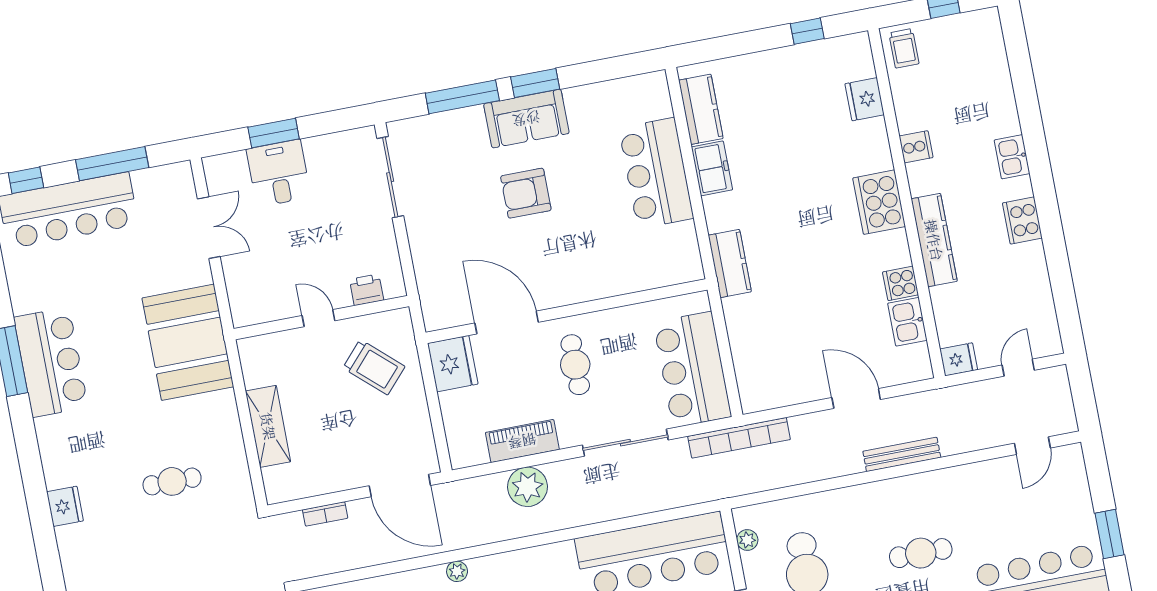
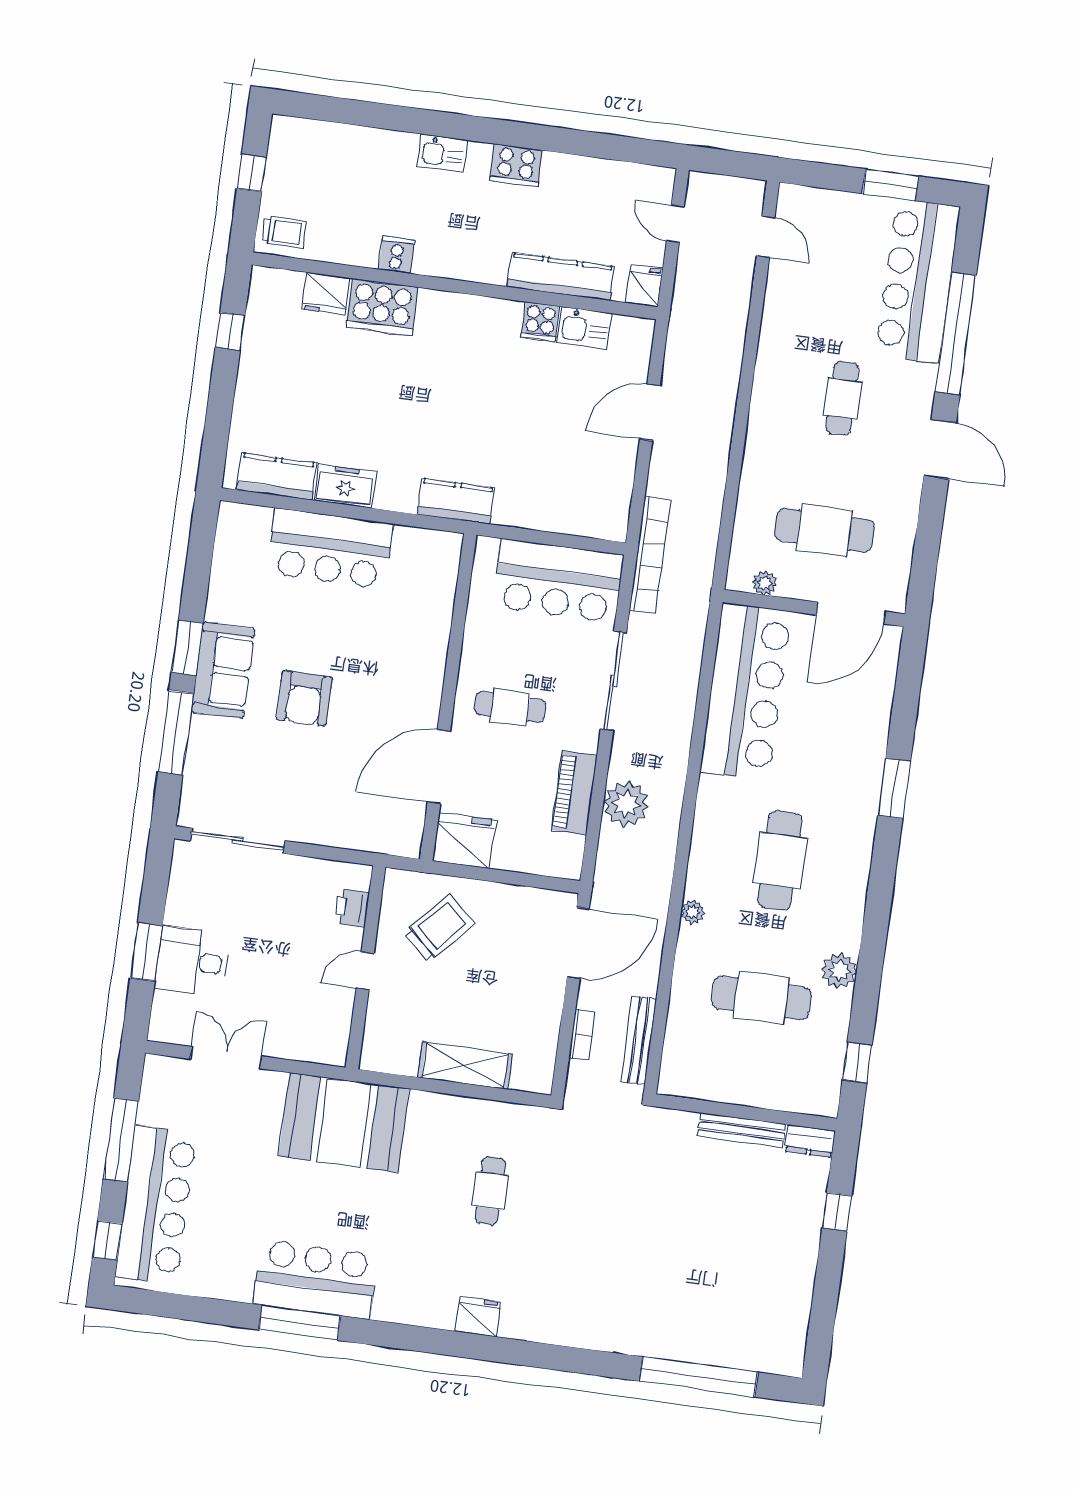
cooker: (879, 202) -> (382, 307), moved
kitchen counter: (934, 240) -> (561, 277), moved
bench: (902, 454) -> (639, 1040), moved

